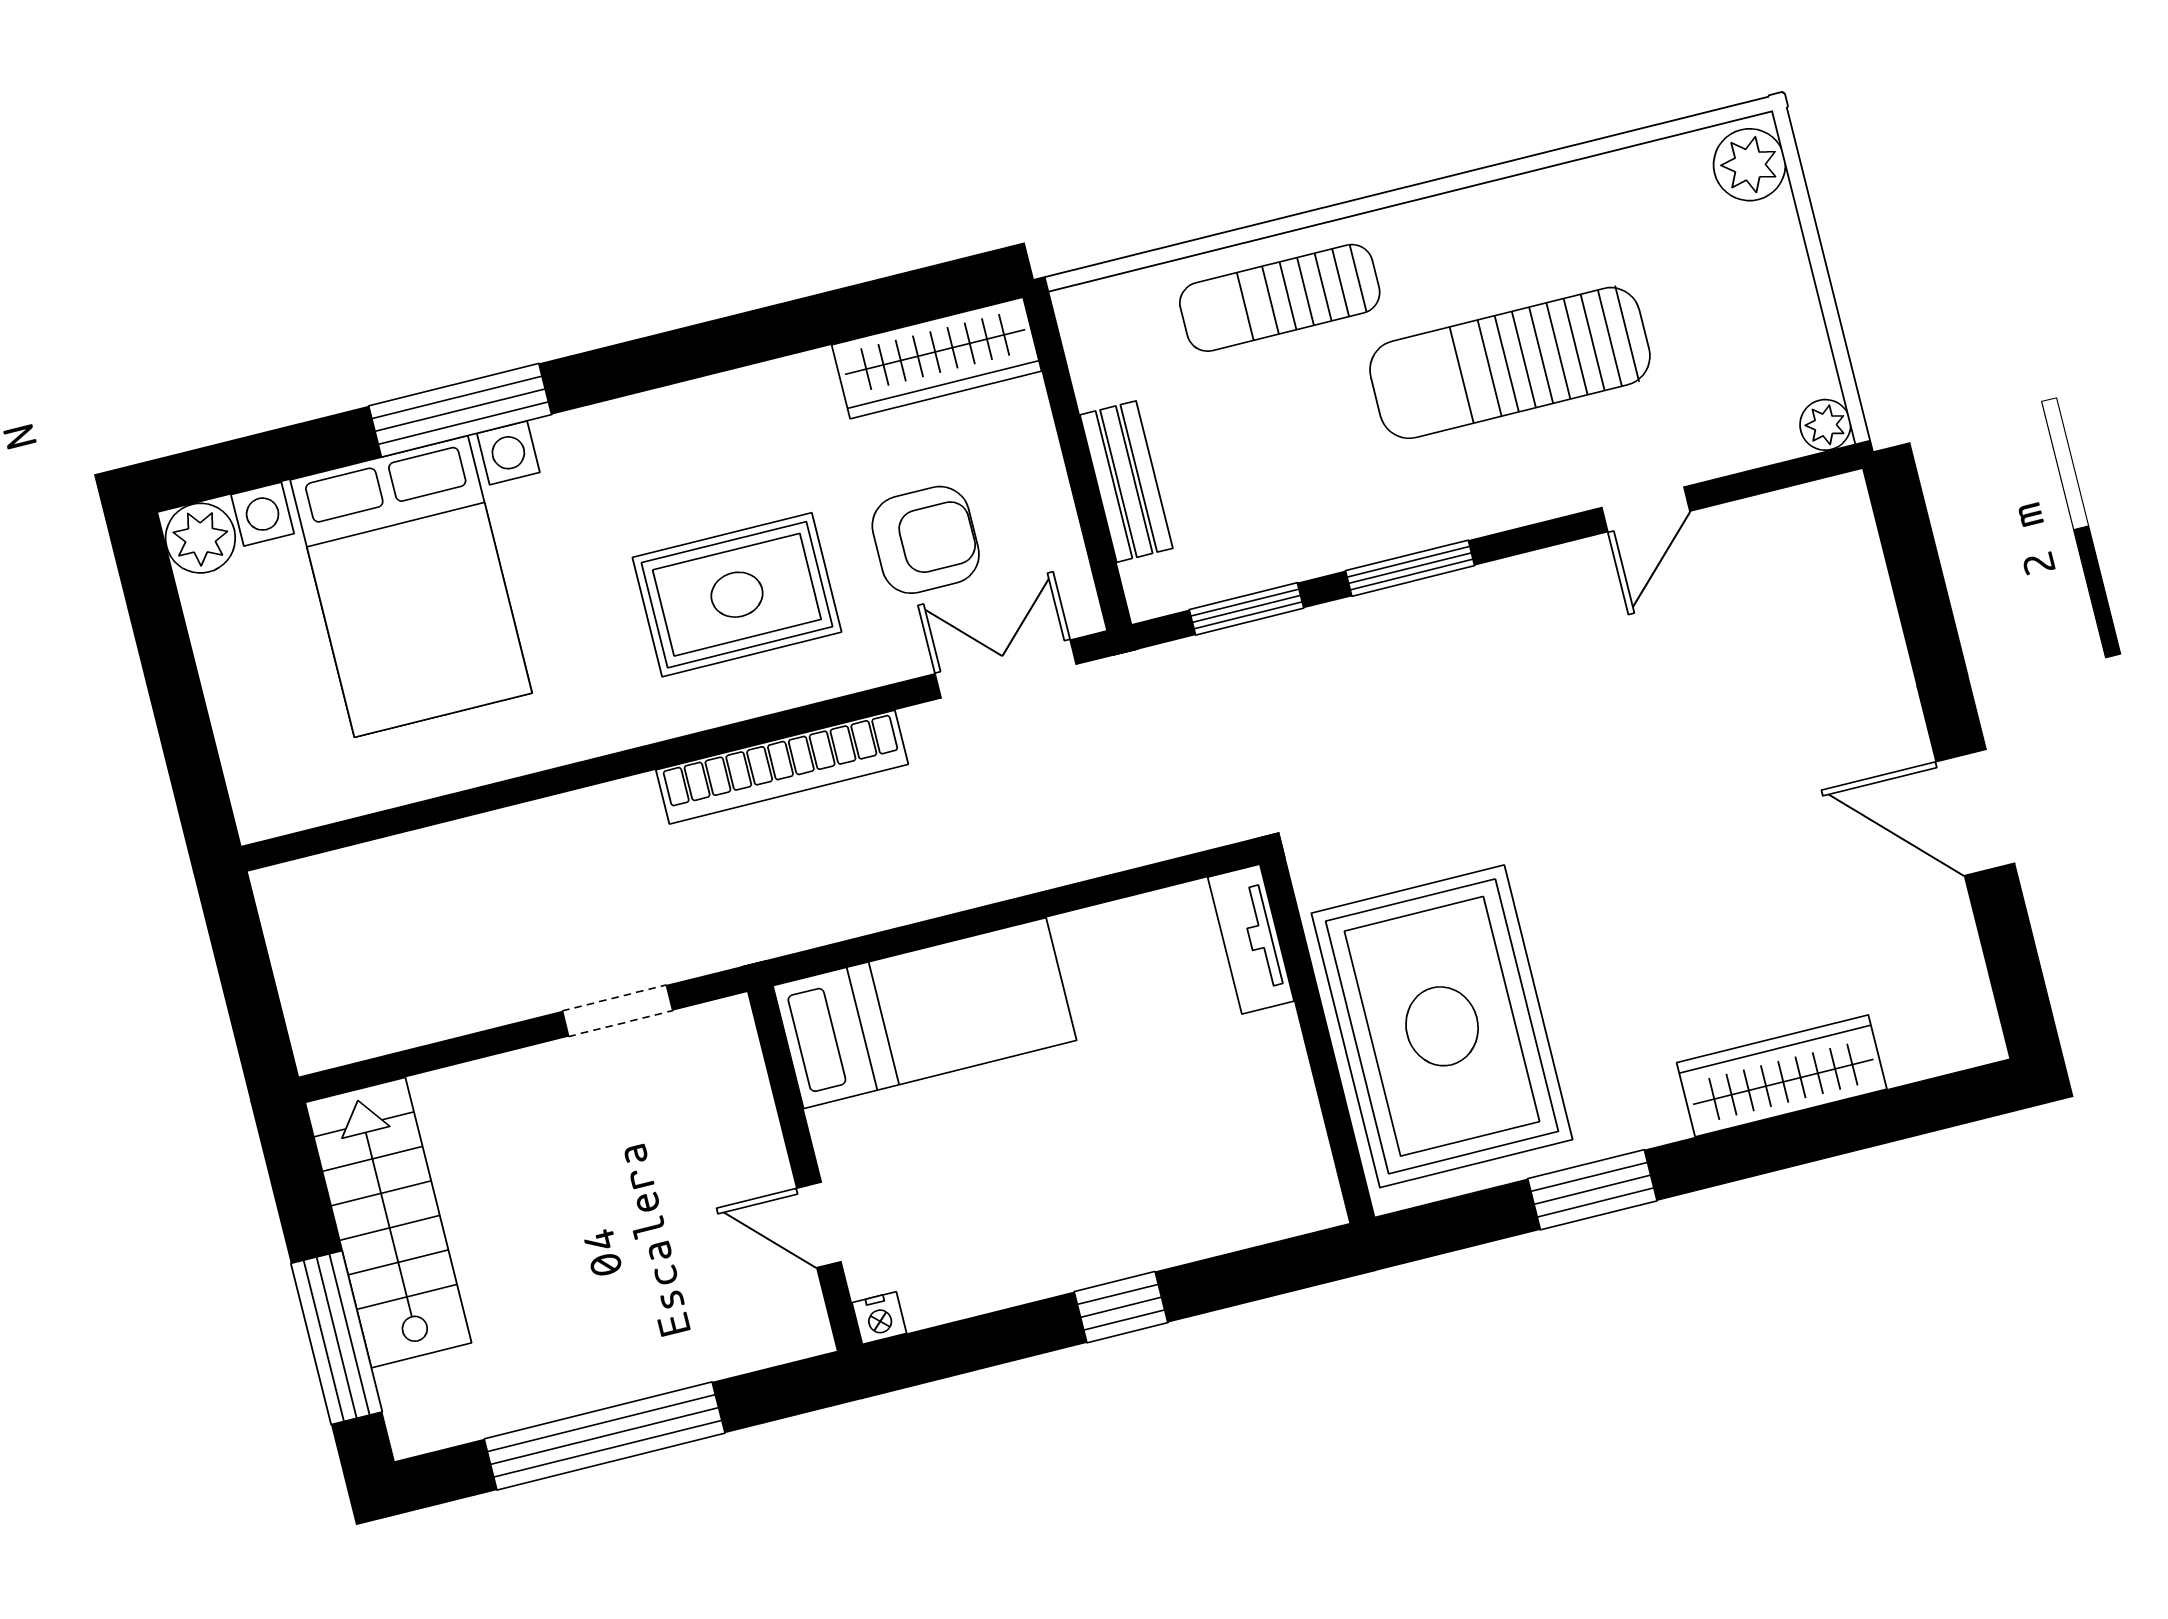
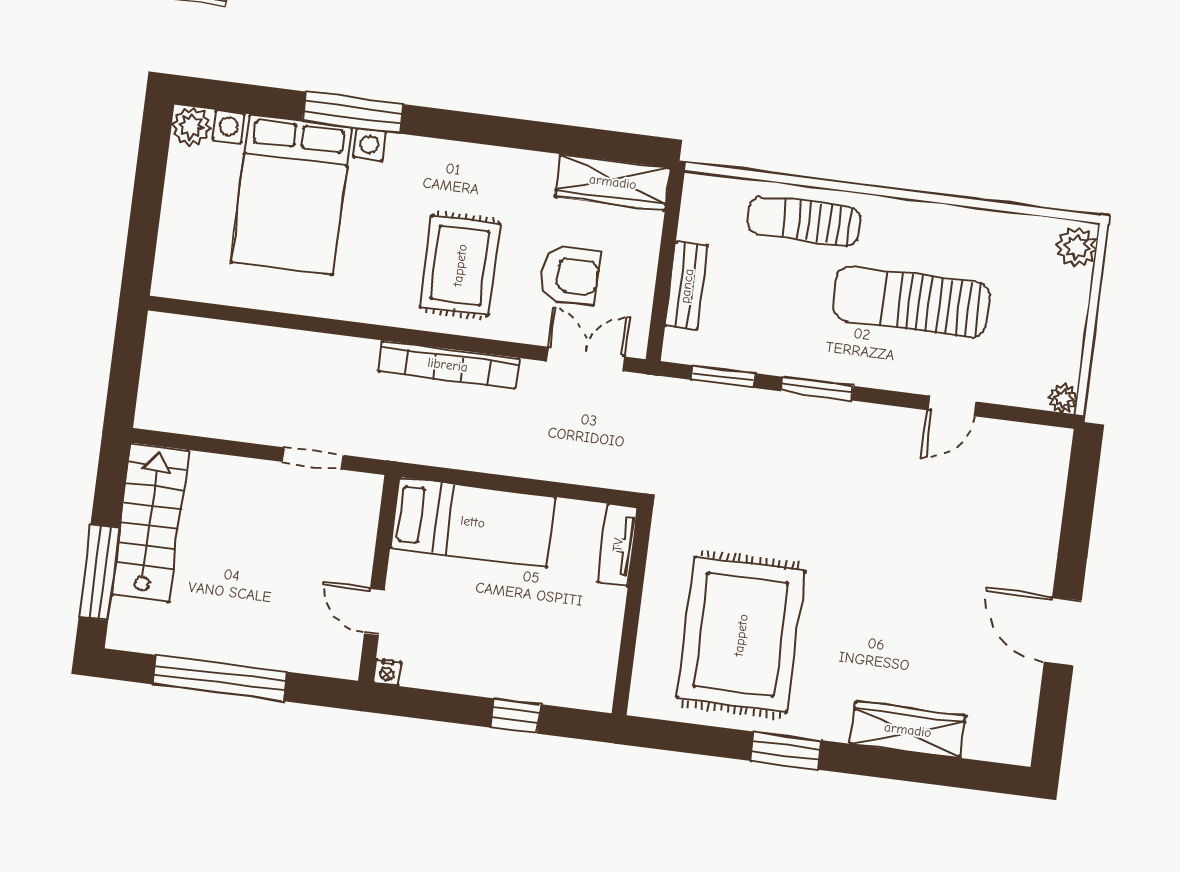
rug: (737, 595) -> (460, 265), turned 90
tv unit: (1251, 939) -> (618, 545), moved
wall: (1317, 1040) -> (632, 611), moved

